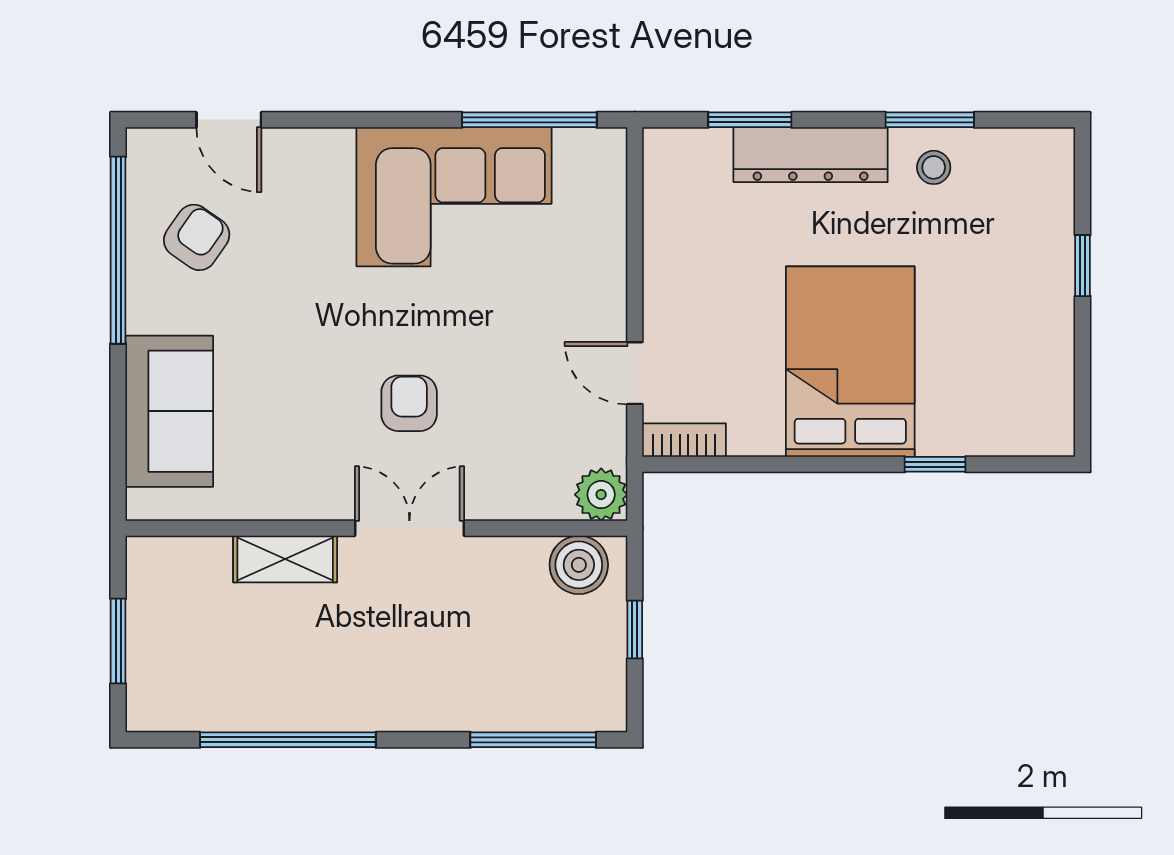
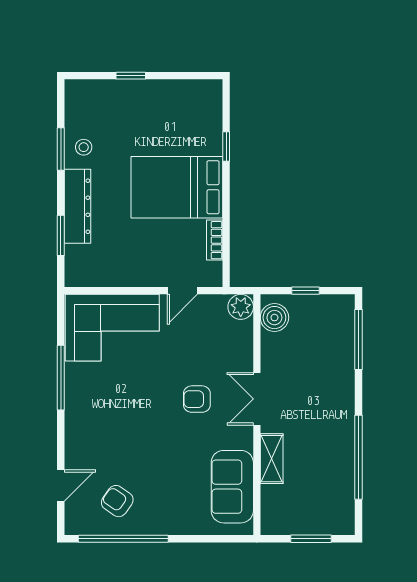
window: (529, 120) -> (61, 378), moved
corner sofa: (454, 197) -> (112, 328), moved, turned 90
sofa: (169, 411) -> (232, 487), moved, turned -90
bookcase: (684, 440) -> (215, 240), moved

